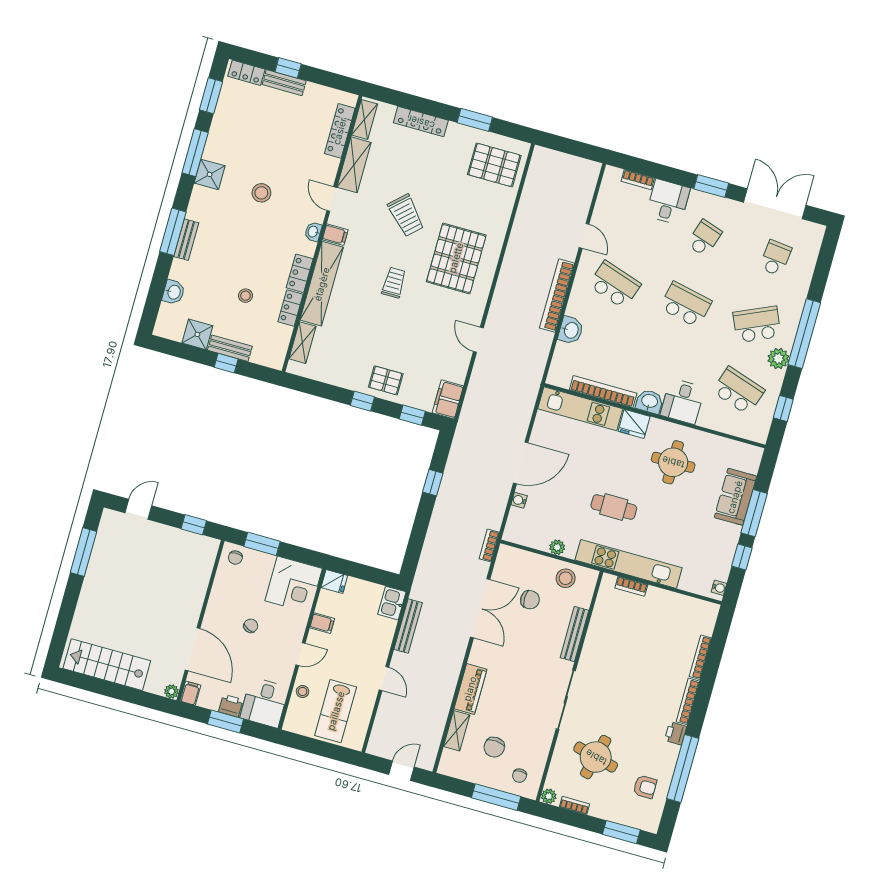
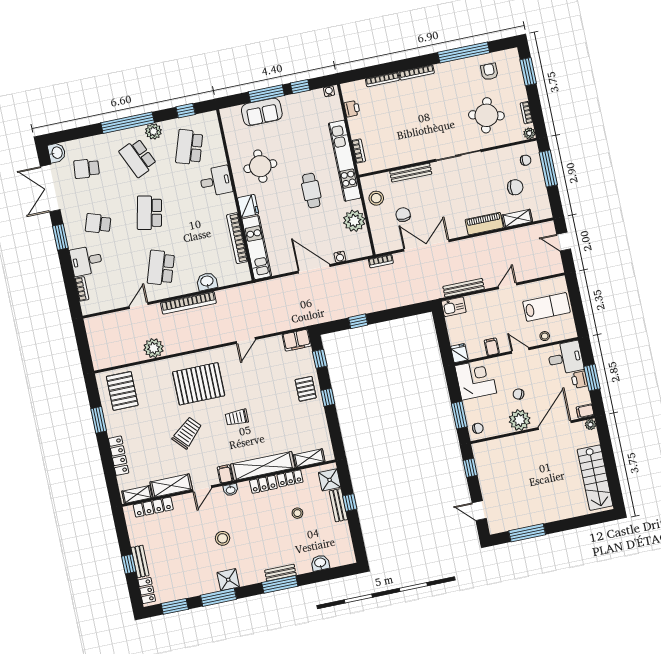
plant: (525, 227) -> (154, 348), added
shower: (197, 334) -> (330, 480), moved
washbasin: (649, 402) -> (57, 153), moved, turned 180
plant: (557, 547) -> (354, 221), width x1.87, depth x1.87
plant: (220, 611) -> (520, 420), added
printer: (676, 733) -> (352, 109), moved, turned -90

